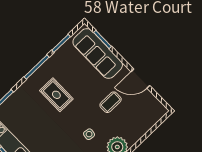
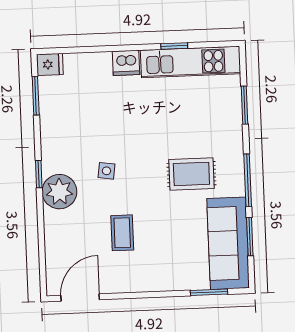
sofa: (98, 54) -> (228, 243), moved, turned -90
door: (140, 79) -> (80, 297), moved

